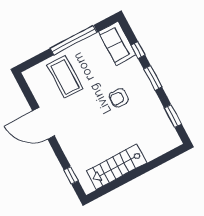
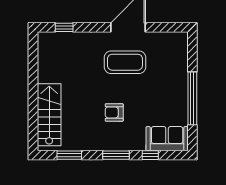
coffee table: (65, 77) -> (125, 62), moved
armchair: (119, 98) -> (114, 112), turned -90
stairs: (117, 167) -> (49, 115), moved

